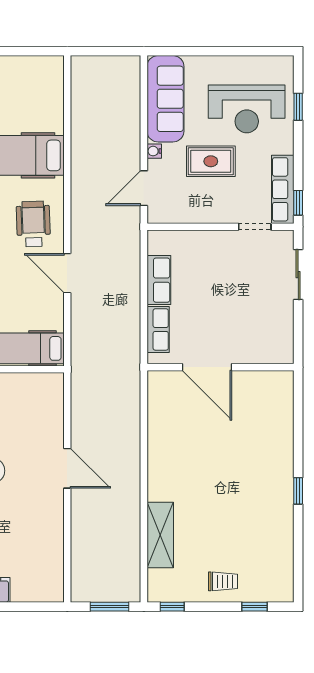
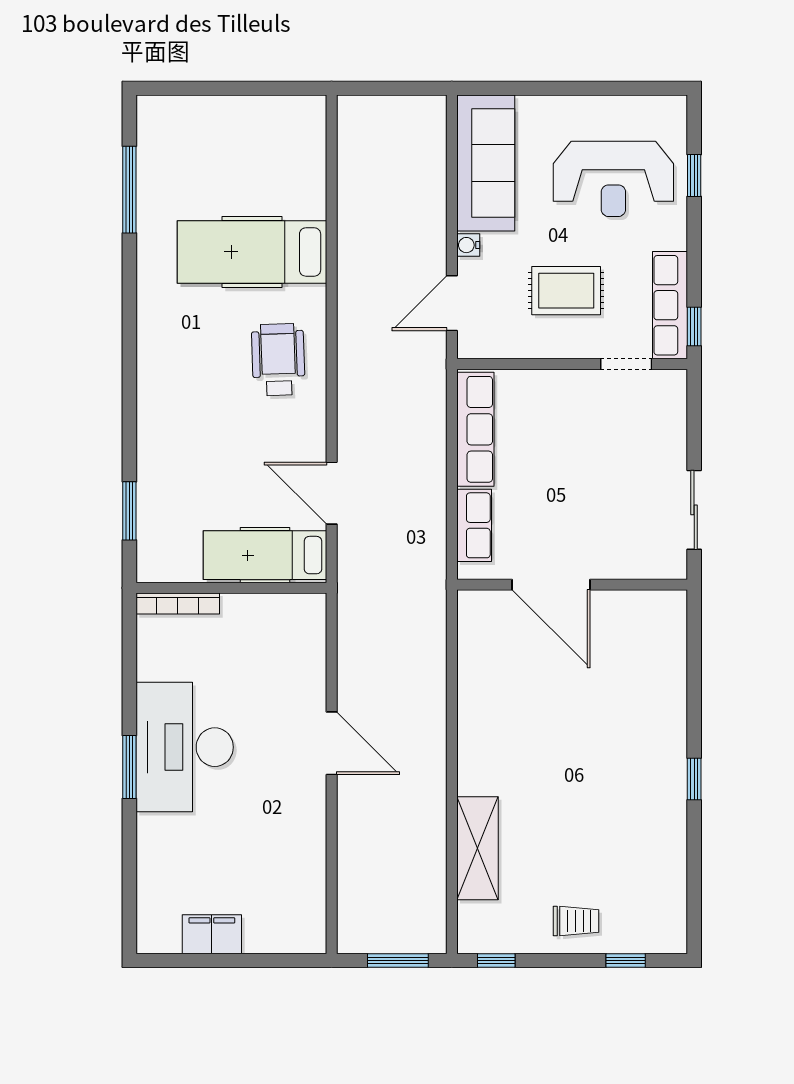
rug: (211, 161) -> (566, 291), moved
door: (67, 273) -> (332, 493), moved
sliding door: (298, 275) -> (694, 510), moved
row of seats: (159, 280) -> (475, 429), width x1.48

